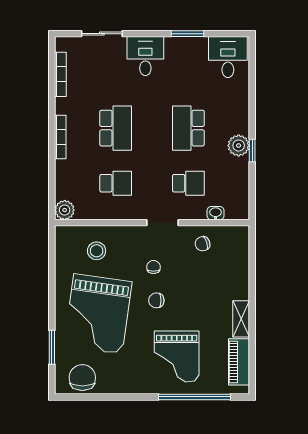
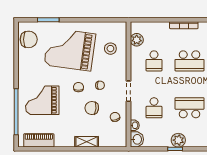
plant: (65, 210) -> (137, 40), moved
washbasin: (237, 210) -> (137, 139), added
chair: (189, 280) -> (92, 108), added
shelving: (241, 319) -> (87, 142), moved

